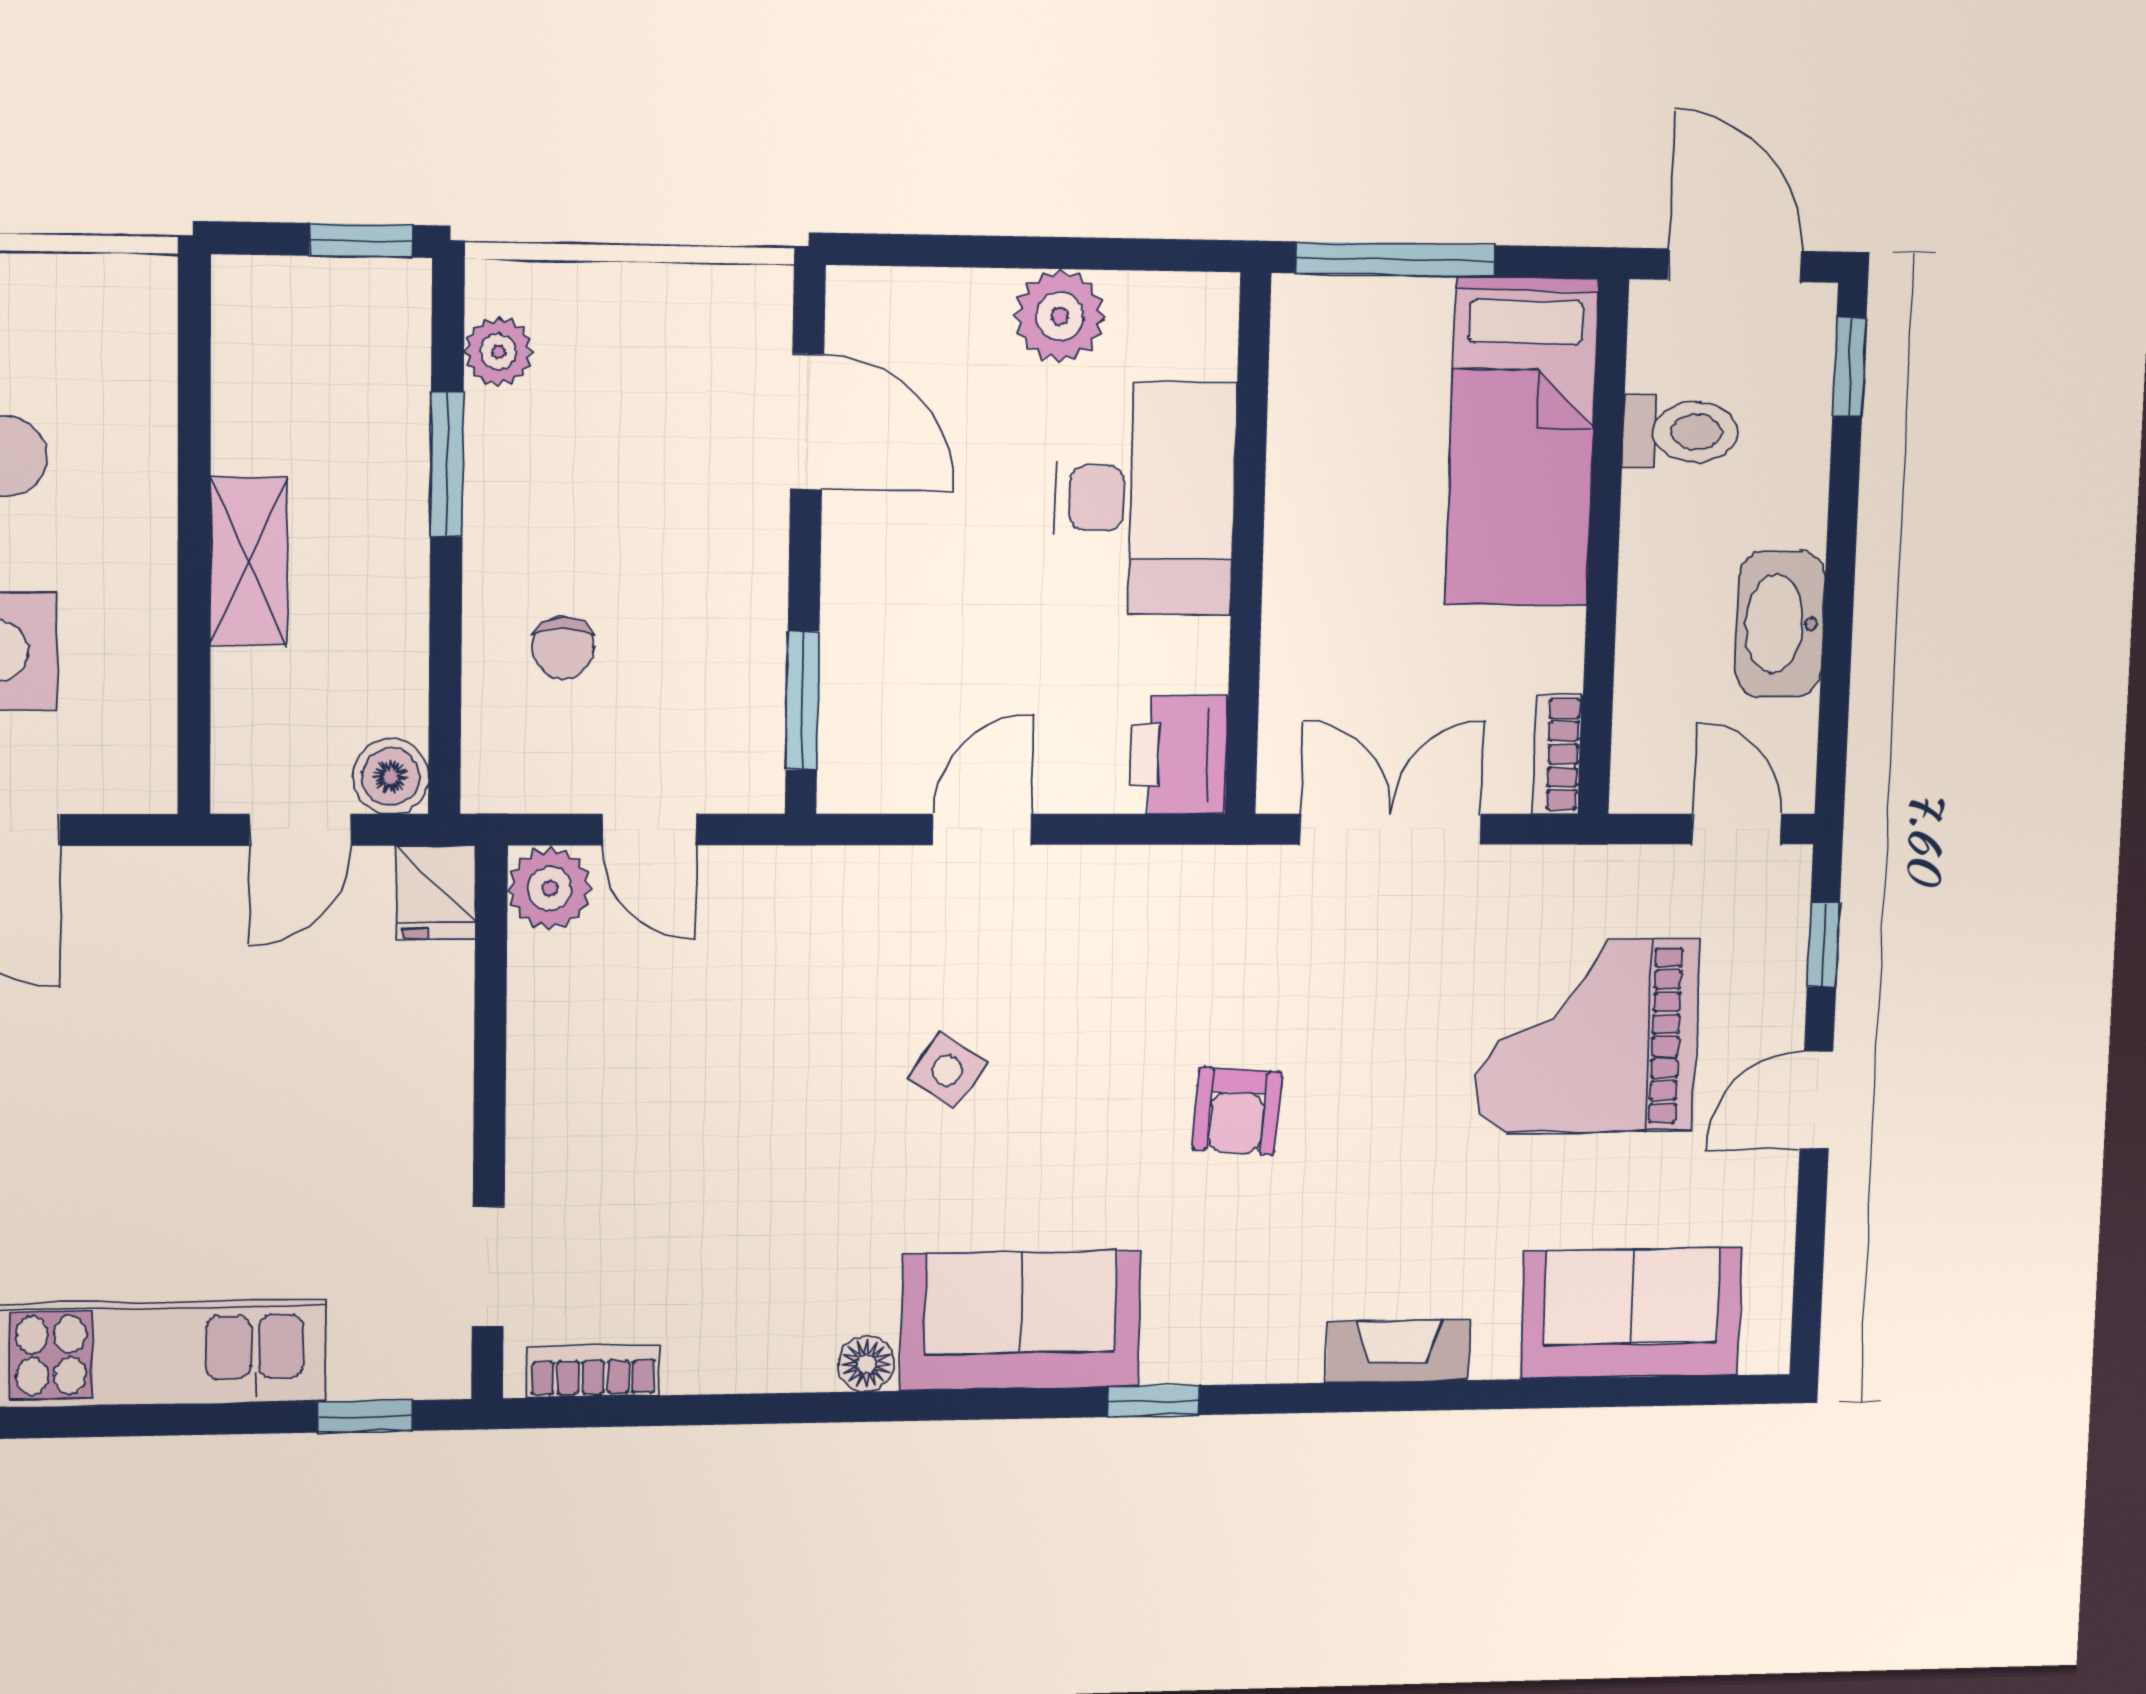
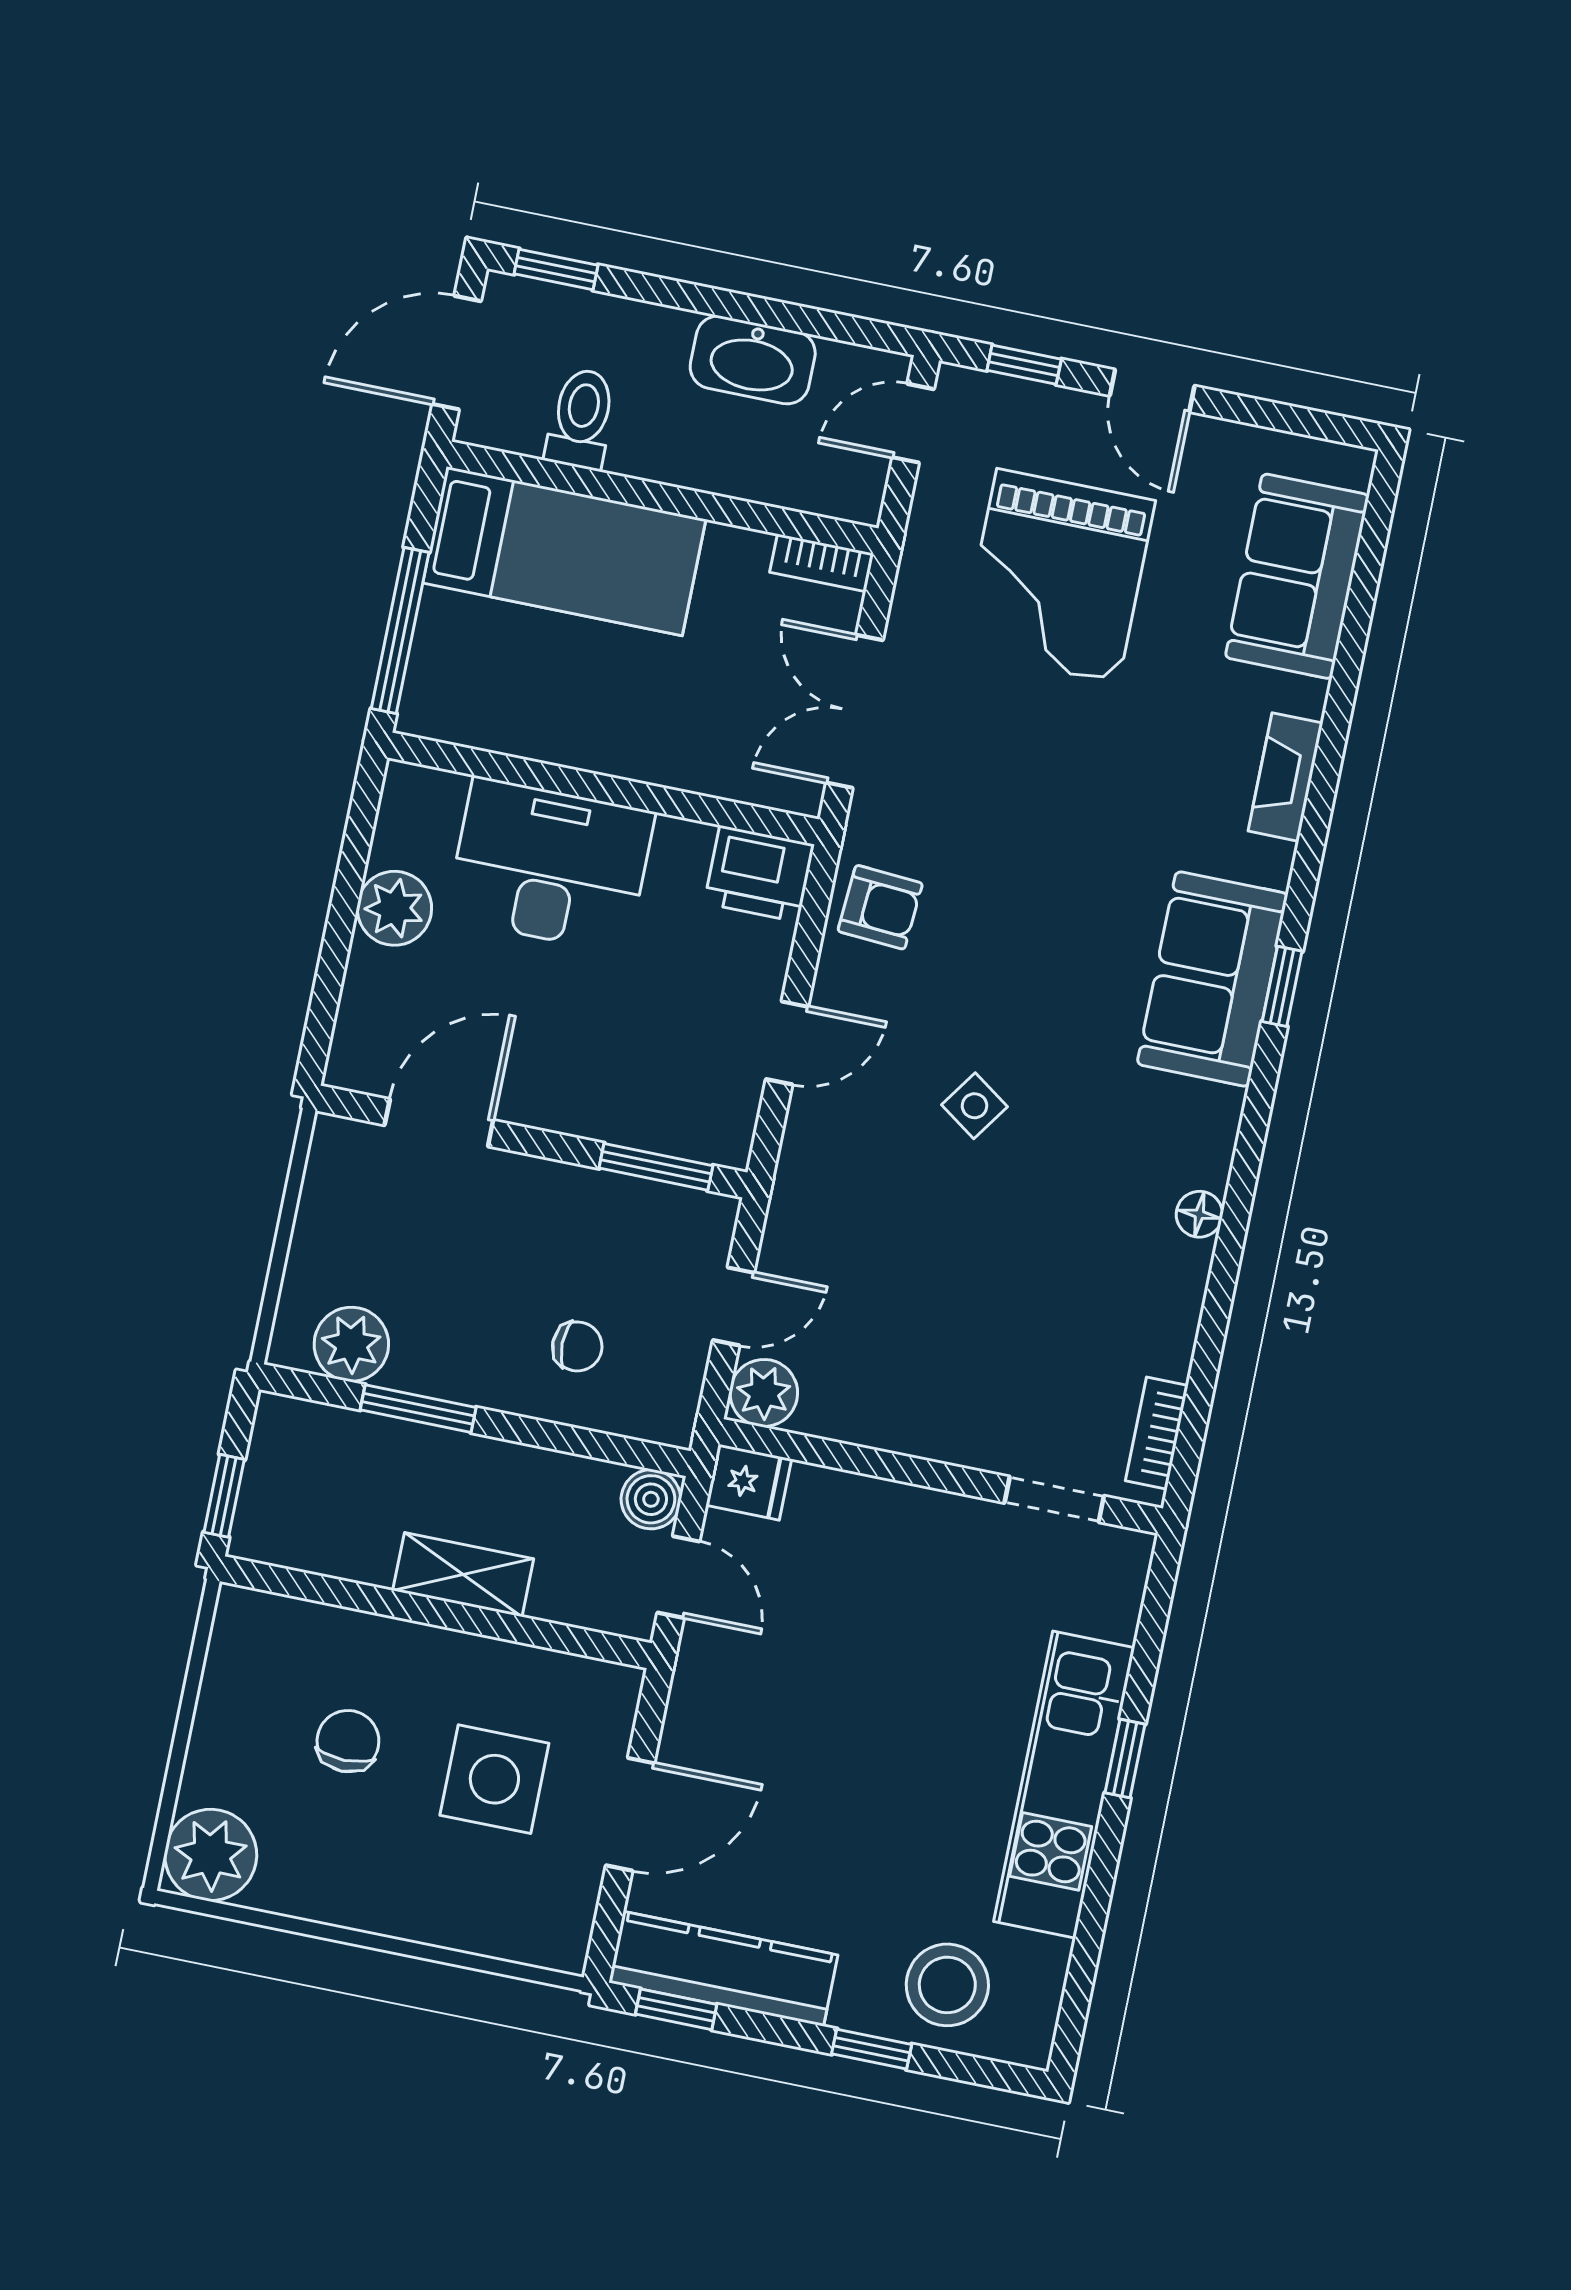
window: (361, 240) -> (224, 1496), moved
plant: (498, 352) -> (351, 1344), width x1.38, depth x1.38
door: (982, 829) -> (787, 1043), swing flipped
armchair: (1237, 1111) -> (880, 907), moved
sofa: (1021, 1320) -> (1212, 979), moved
window: (365, 1416) -> (1125, 1759), moved

